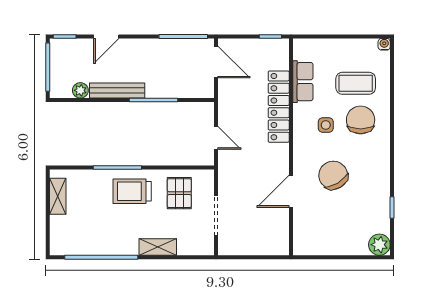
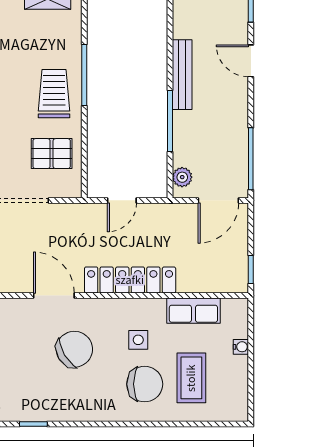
water cooler: (384, 44) -> (241, 347), moved
plant: (80, 90) -> (182, 177), moved
locker: (279, 107) -> (130, 280), moved

